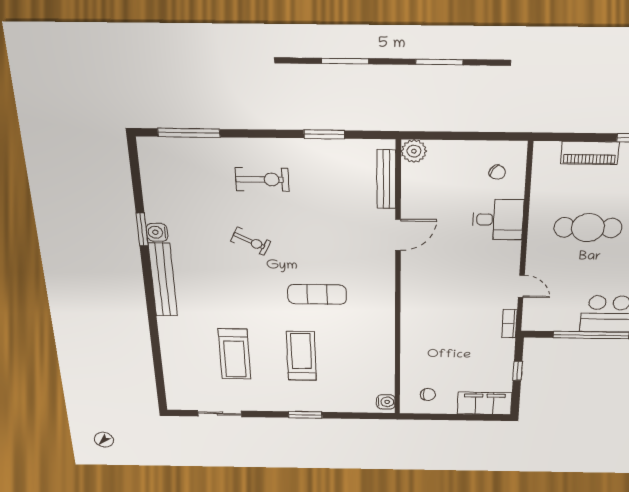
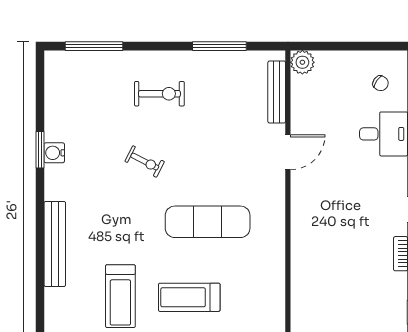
window: (324, 134) -> (219, 46), width x1.44
bench: (163, 280) -> (55, 244), moved
exercise mat: (317, 294) -> (208, 222), width x1.36, depth x1.45
treadmill: (301, 356) -> (189, 297), turned -90

